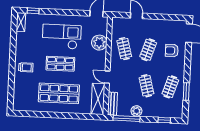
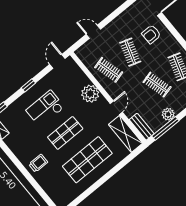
window: (64, 12) -> (28, 85), added
checkout: (62, 37) -> (45, 109), width x0.73, depth x0.83
plant: (99, 43) -> (90, 94), moved
door: (107, 77) -> (116, 108), swing flipped

